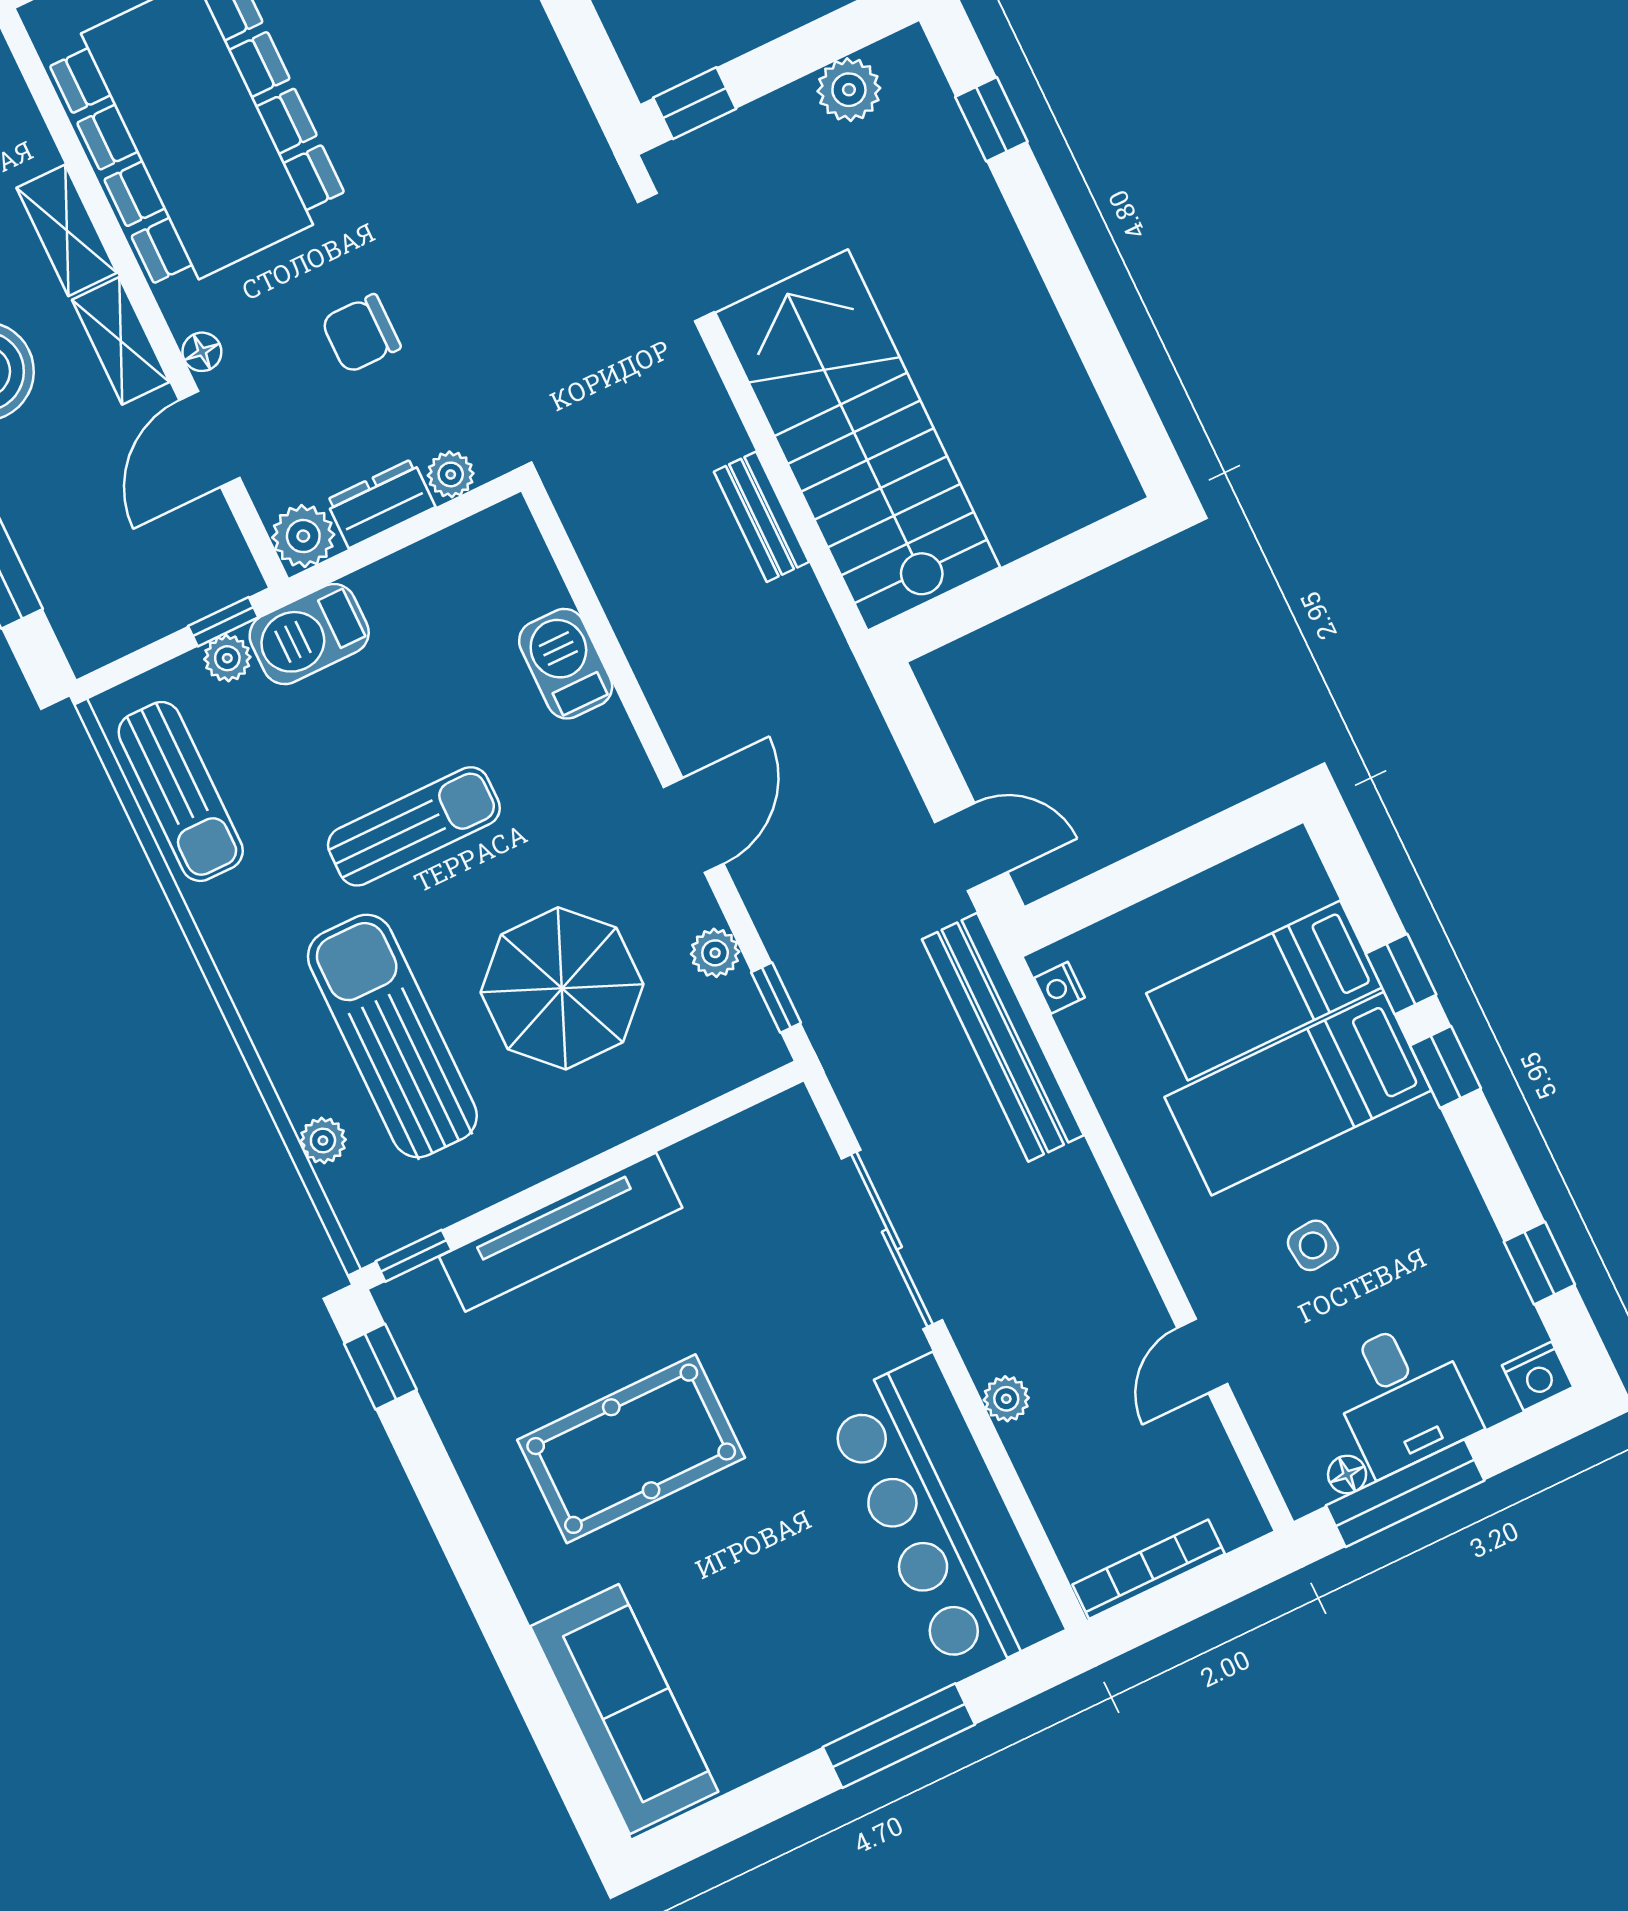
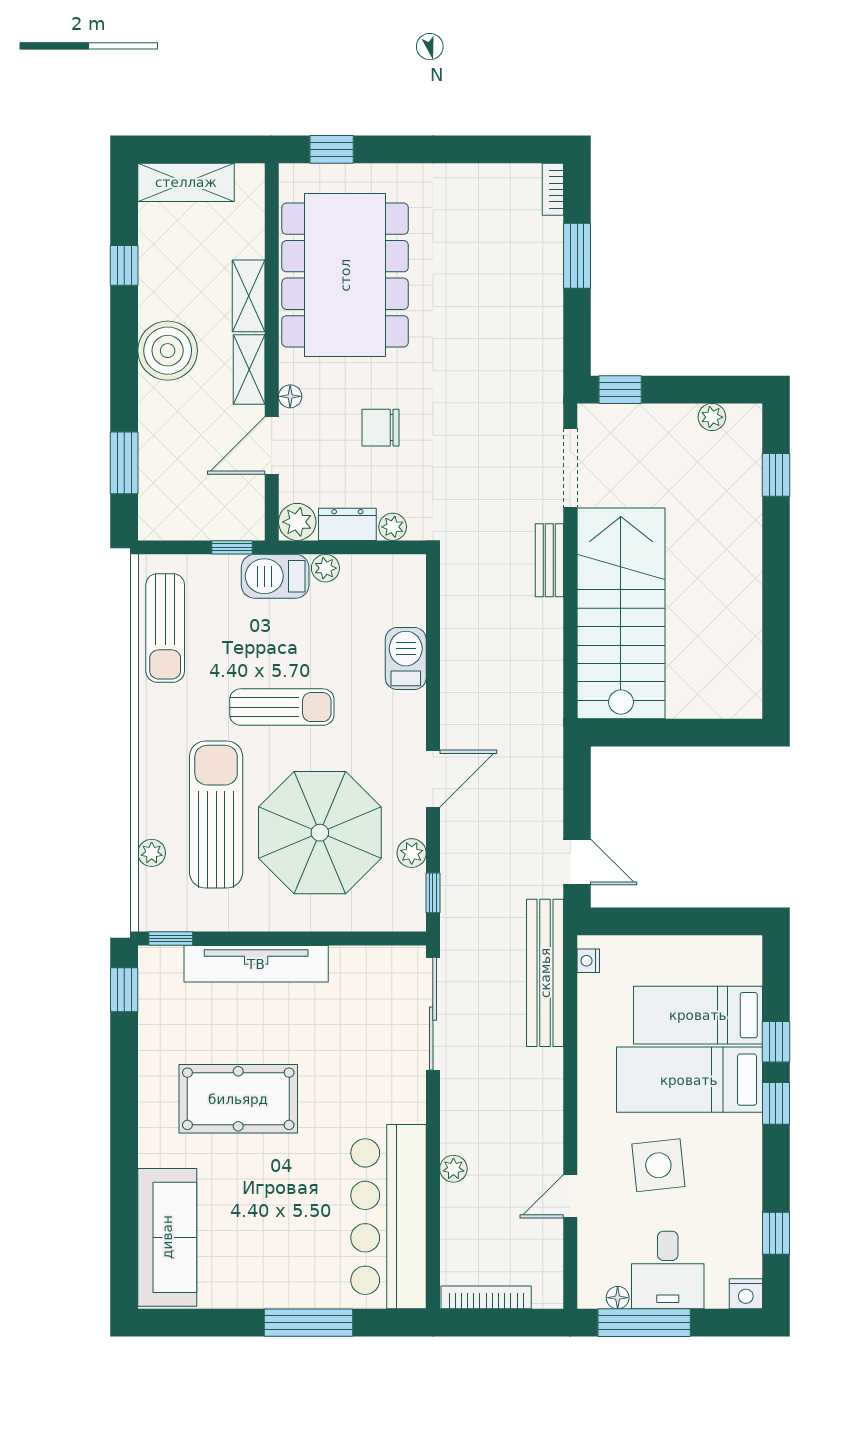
plant: (849, 90) -> (712, 417), width x0.73, depth x0.73
bench: (761, 517) -> (549, 560), moved
plant: (227, 658) -> (325, 568), moved
parasol: (562, 988) -> (320, 833), width x1.36, depth x1.36
sliding door: (892, 1239) -> (433, 1014), moved
side table: (1313, 1245) -> (658, 1165), width x1.87, depth x1.87

